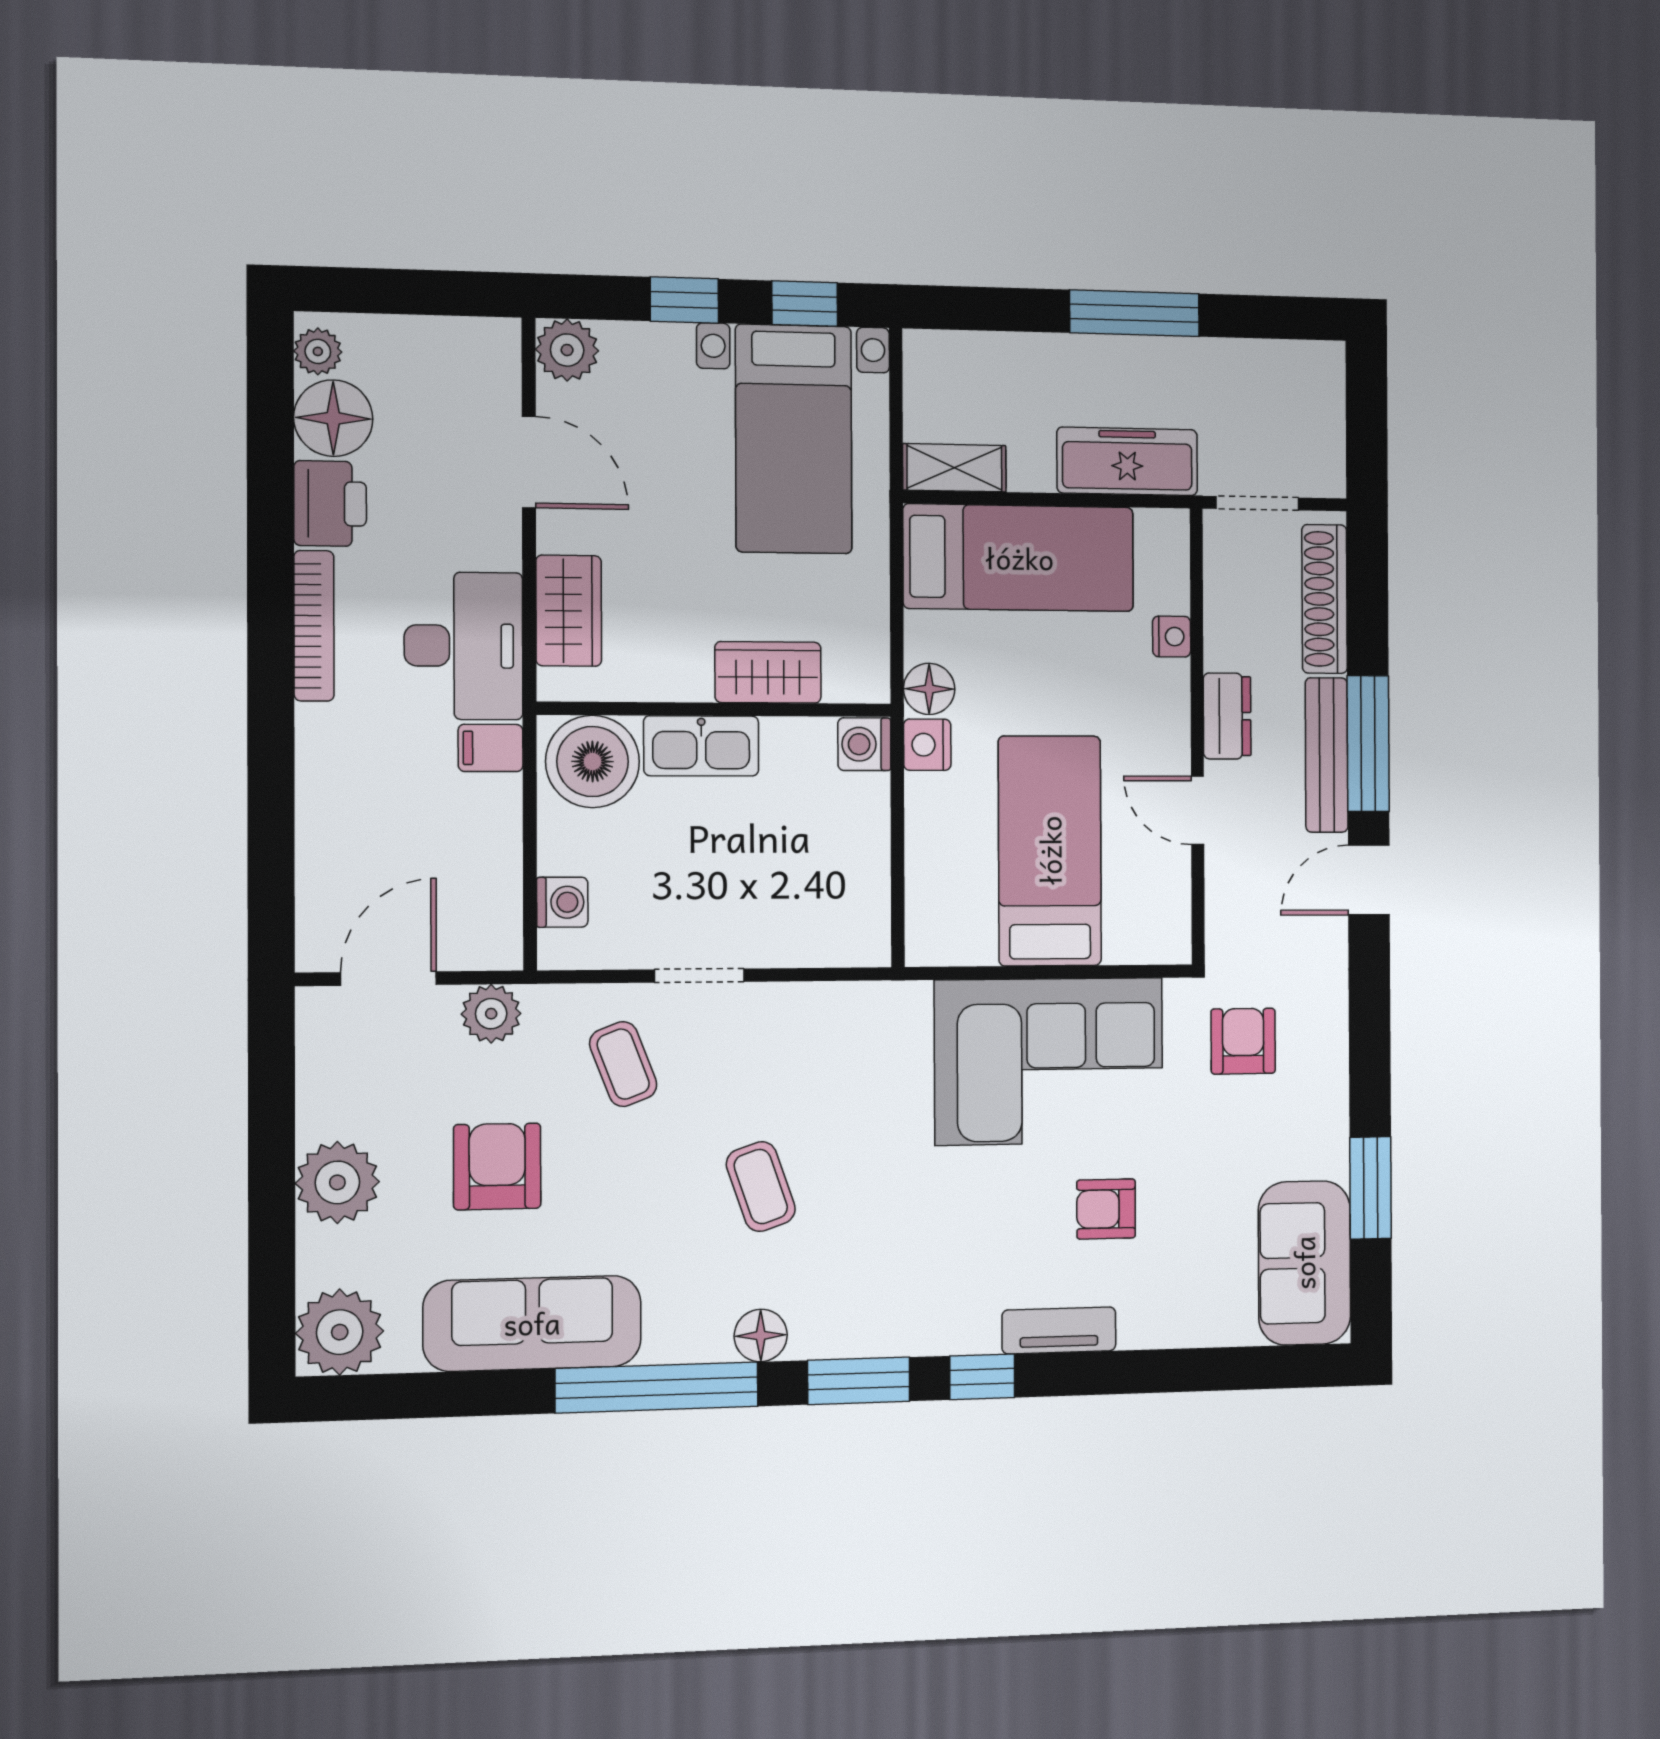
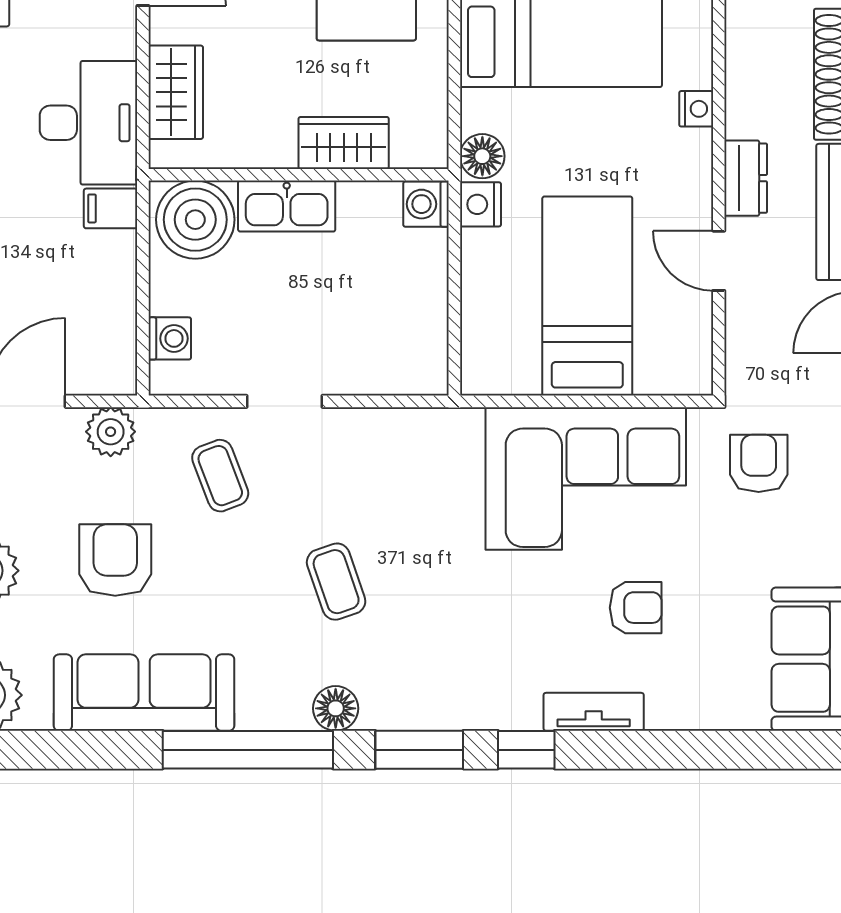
armchair: (1106, 1209) -> (636, 608), turned 180

